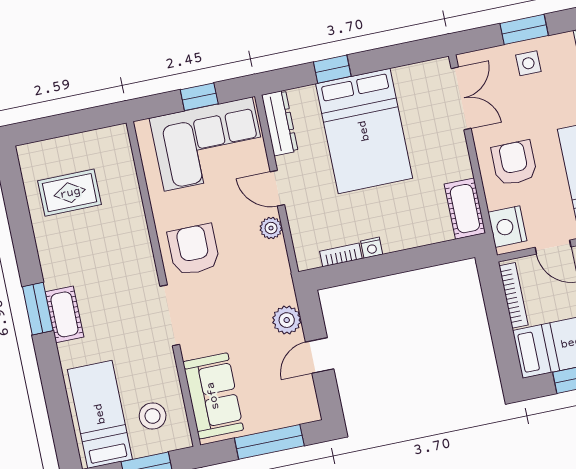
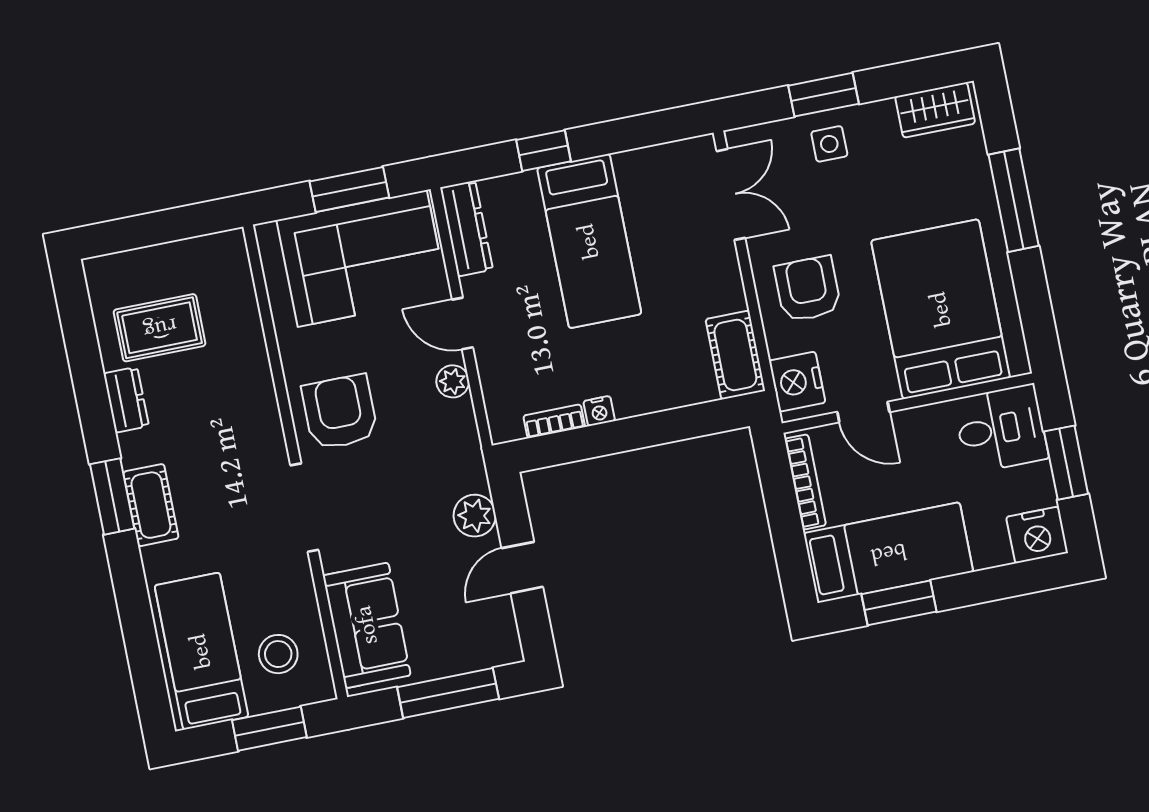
window: (199, 97) -> (349, 189), width x1.50
bed: (364, 131) -> (589, 241), width x0.67
dresser: (47, 242) -> (126, 400), added

